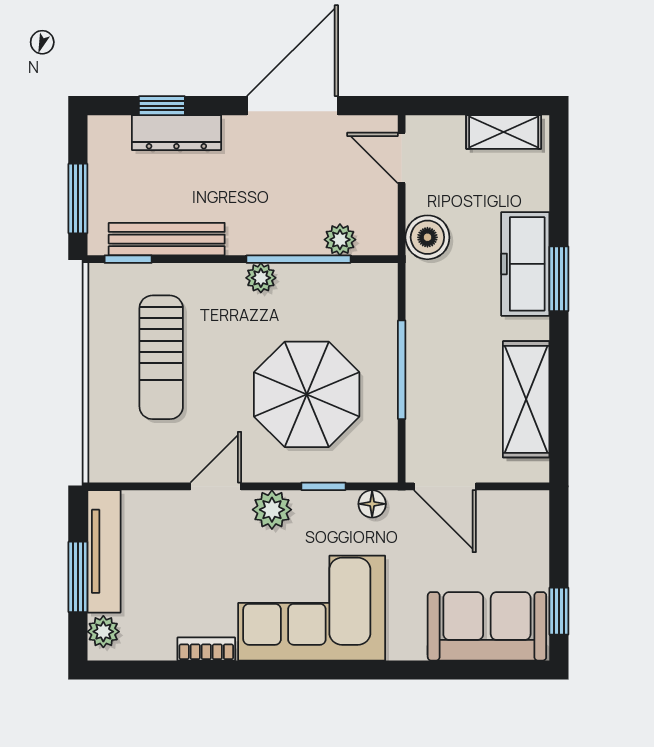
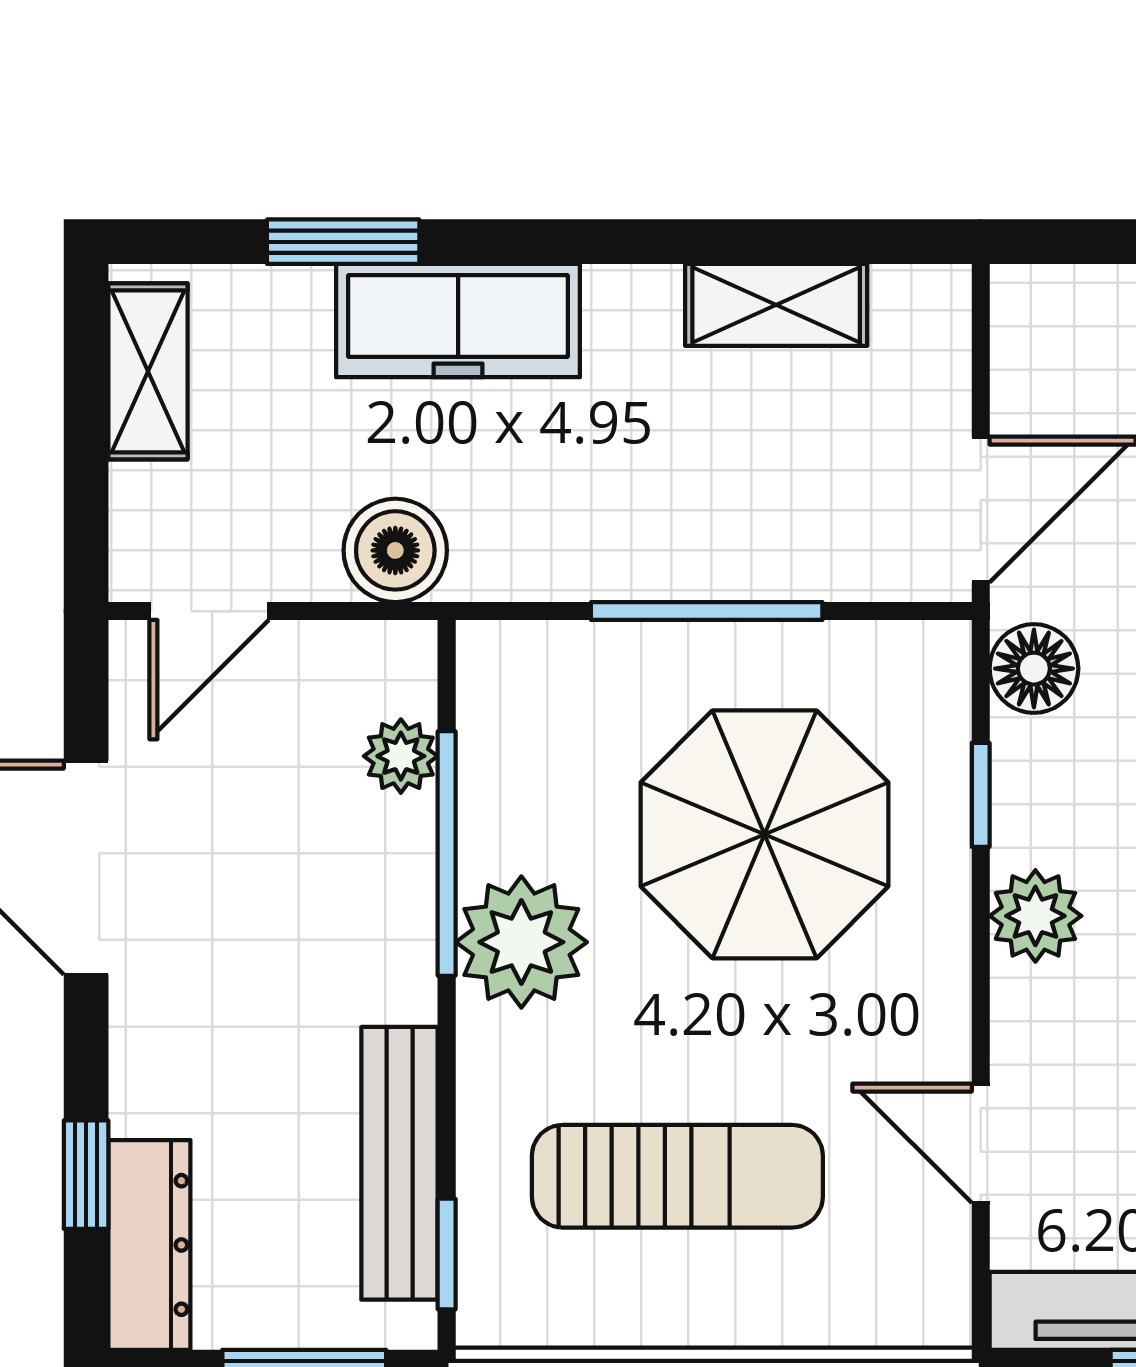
dresser: (176, 133) -> (149, 1245), moved
plant: (261, 278) -> (521, 942), width x1.87, depth x1.87
window: (559, 279) -> (343, 242), moved
shelving: (526, 399) -> (776, 305), width x0.67, depth x0.75
door: (216, 486) -> (981, 1143), moved
floor lamp: (372, 504) -> (1034, 669), width x1.37, depth x1.37

